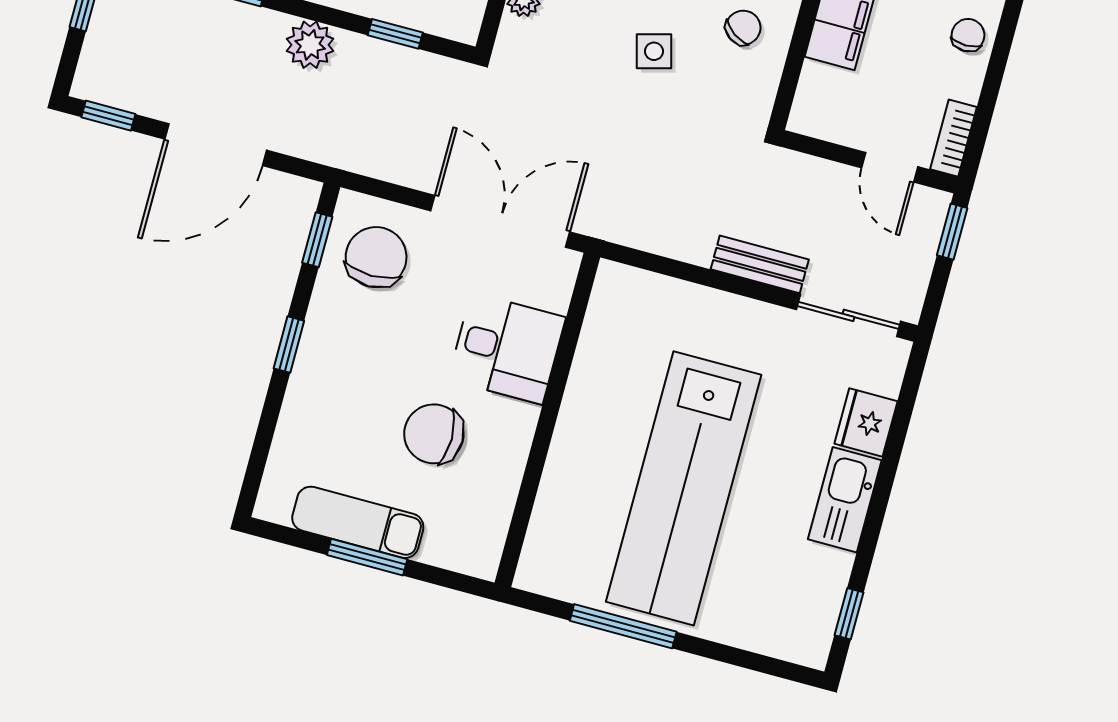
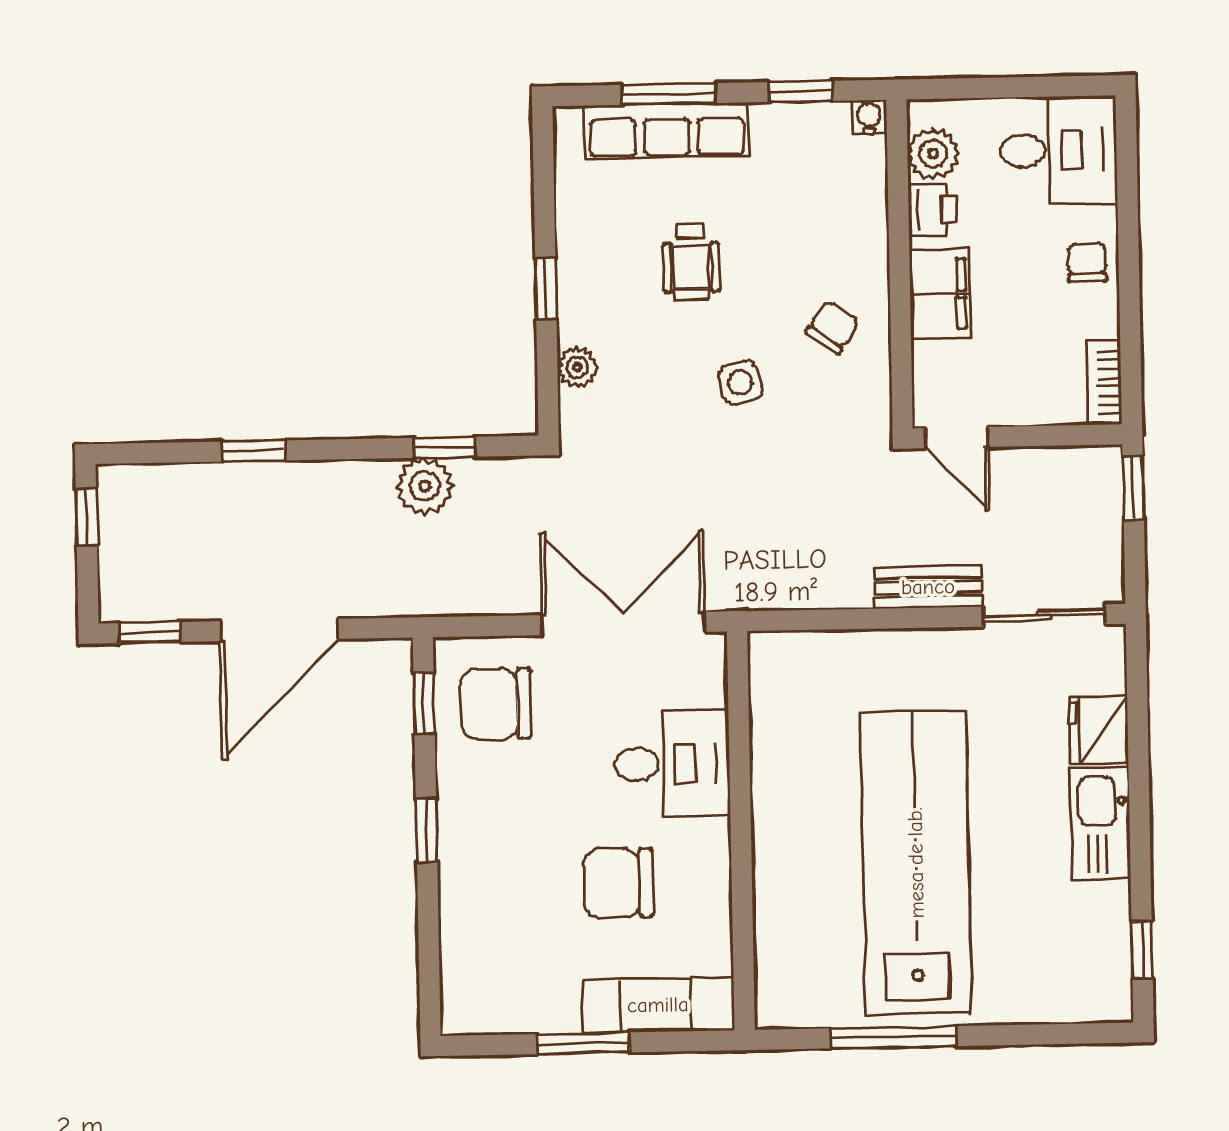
plant: (310, 45) -> (425, 486), moved
door: (890, 167) -> (957, 438), moved
chair: (376, 257) -> (496, 704), turned -90
lab bench: (684, 488) -> (916, 863), turned 180
exam couch: (358, 522) -> (658, 1005), moved

